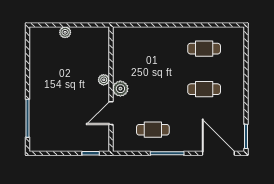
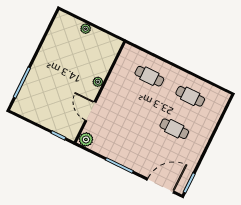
plant: (120, 89) -> (86, 139), moved
door: (111, 113) -> (90, 111), hinge flipped
cafe table: (153, 130) -> (149, 76), moved
door: (218, 153) -> (161, 186), hinge flipped

